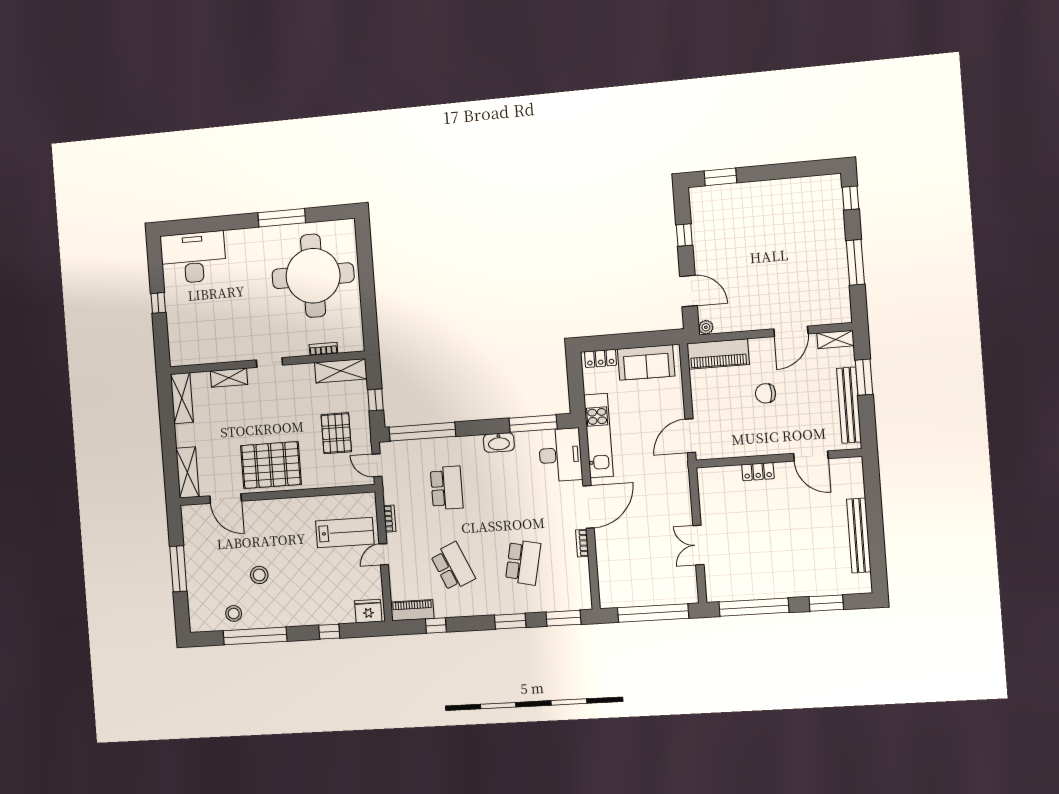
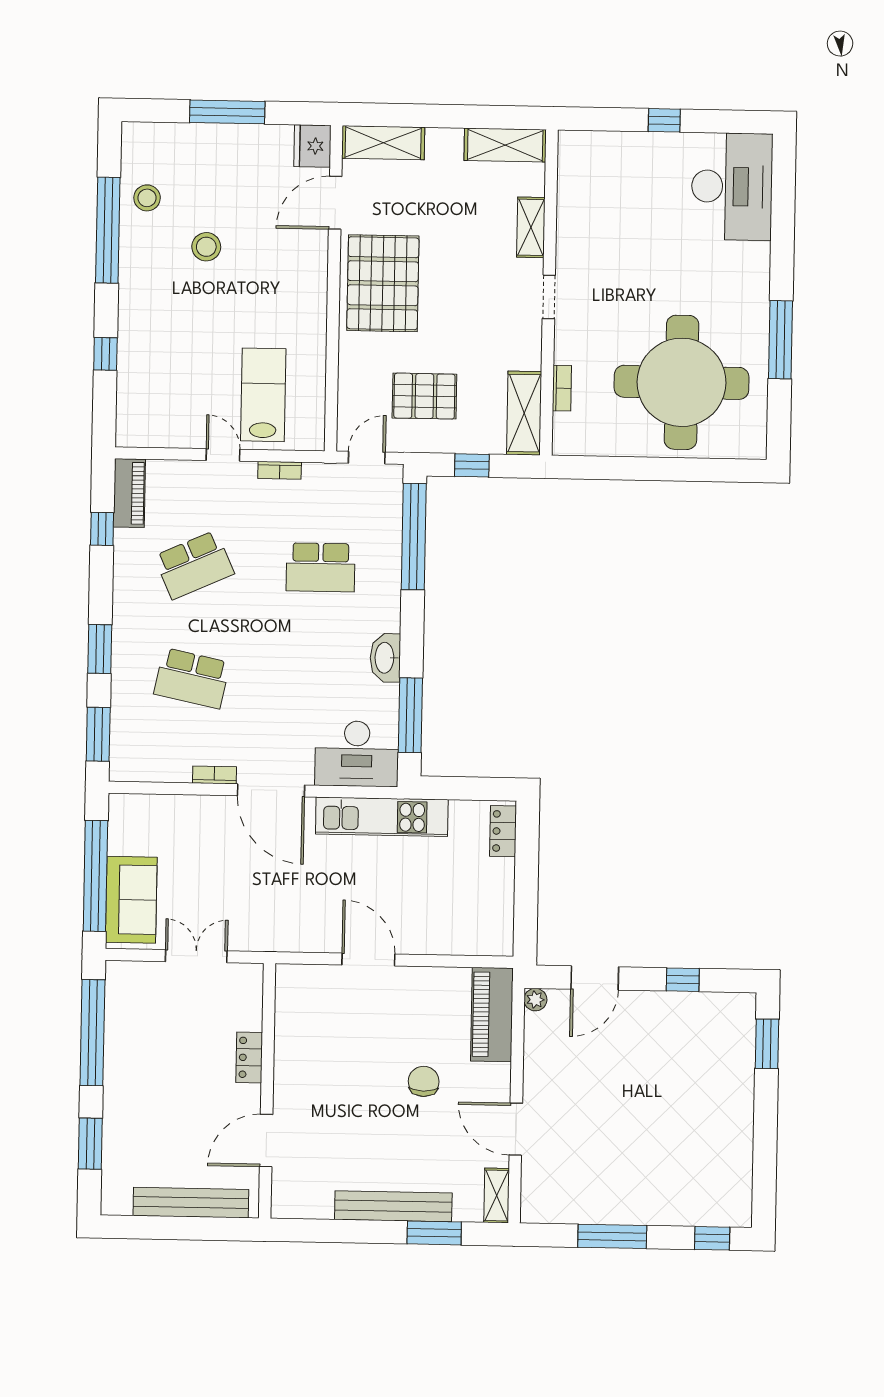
sofa: (646, 362) -> (131, 900), moved, turned 180
door: (811, 456) -> (266, 1140), moved
wall: (778, 458) -> (267, 1091), moved
locker: (758, 472) -> (249, 1057), moved
lab bench: (345, 533) -> (263, 395), turned 180
fridge: (368, 611) -> (312, 146), moved, turned 180

